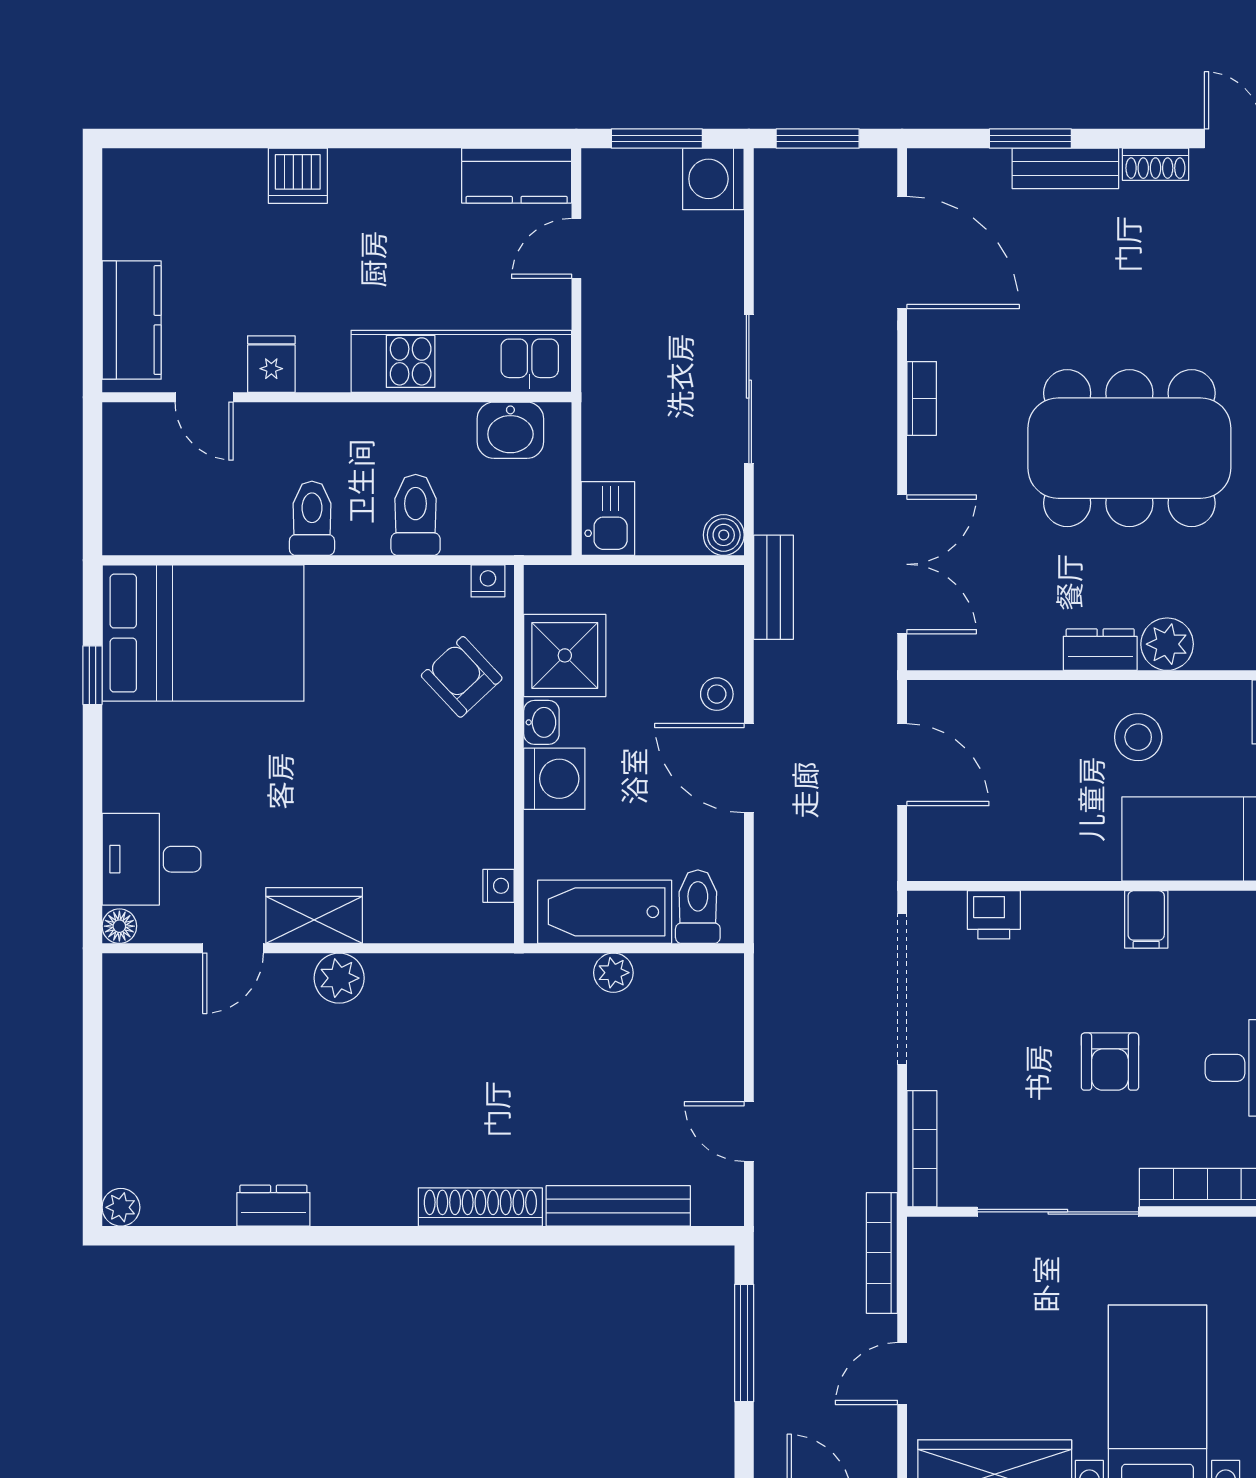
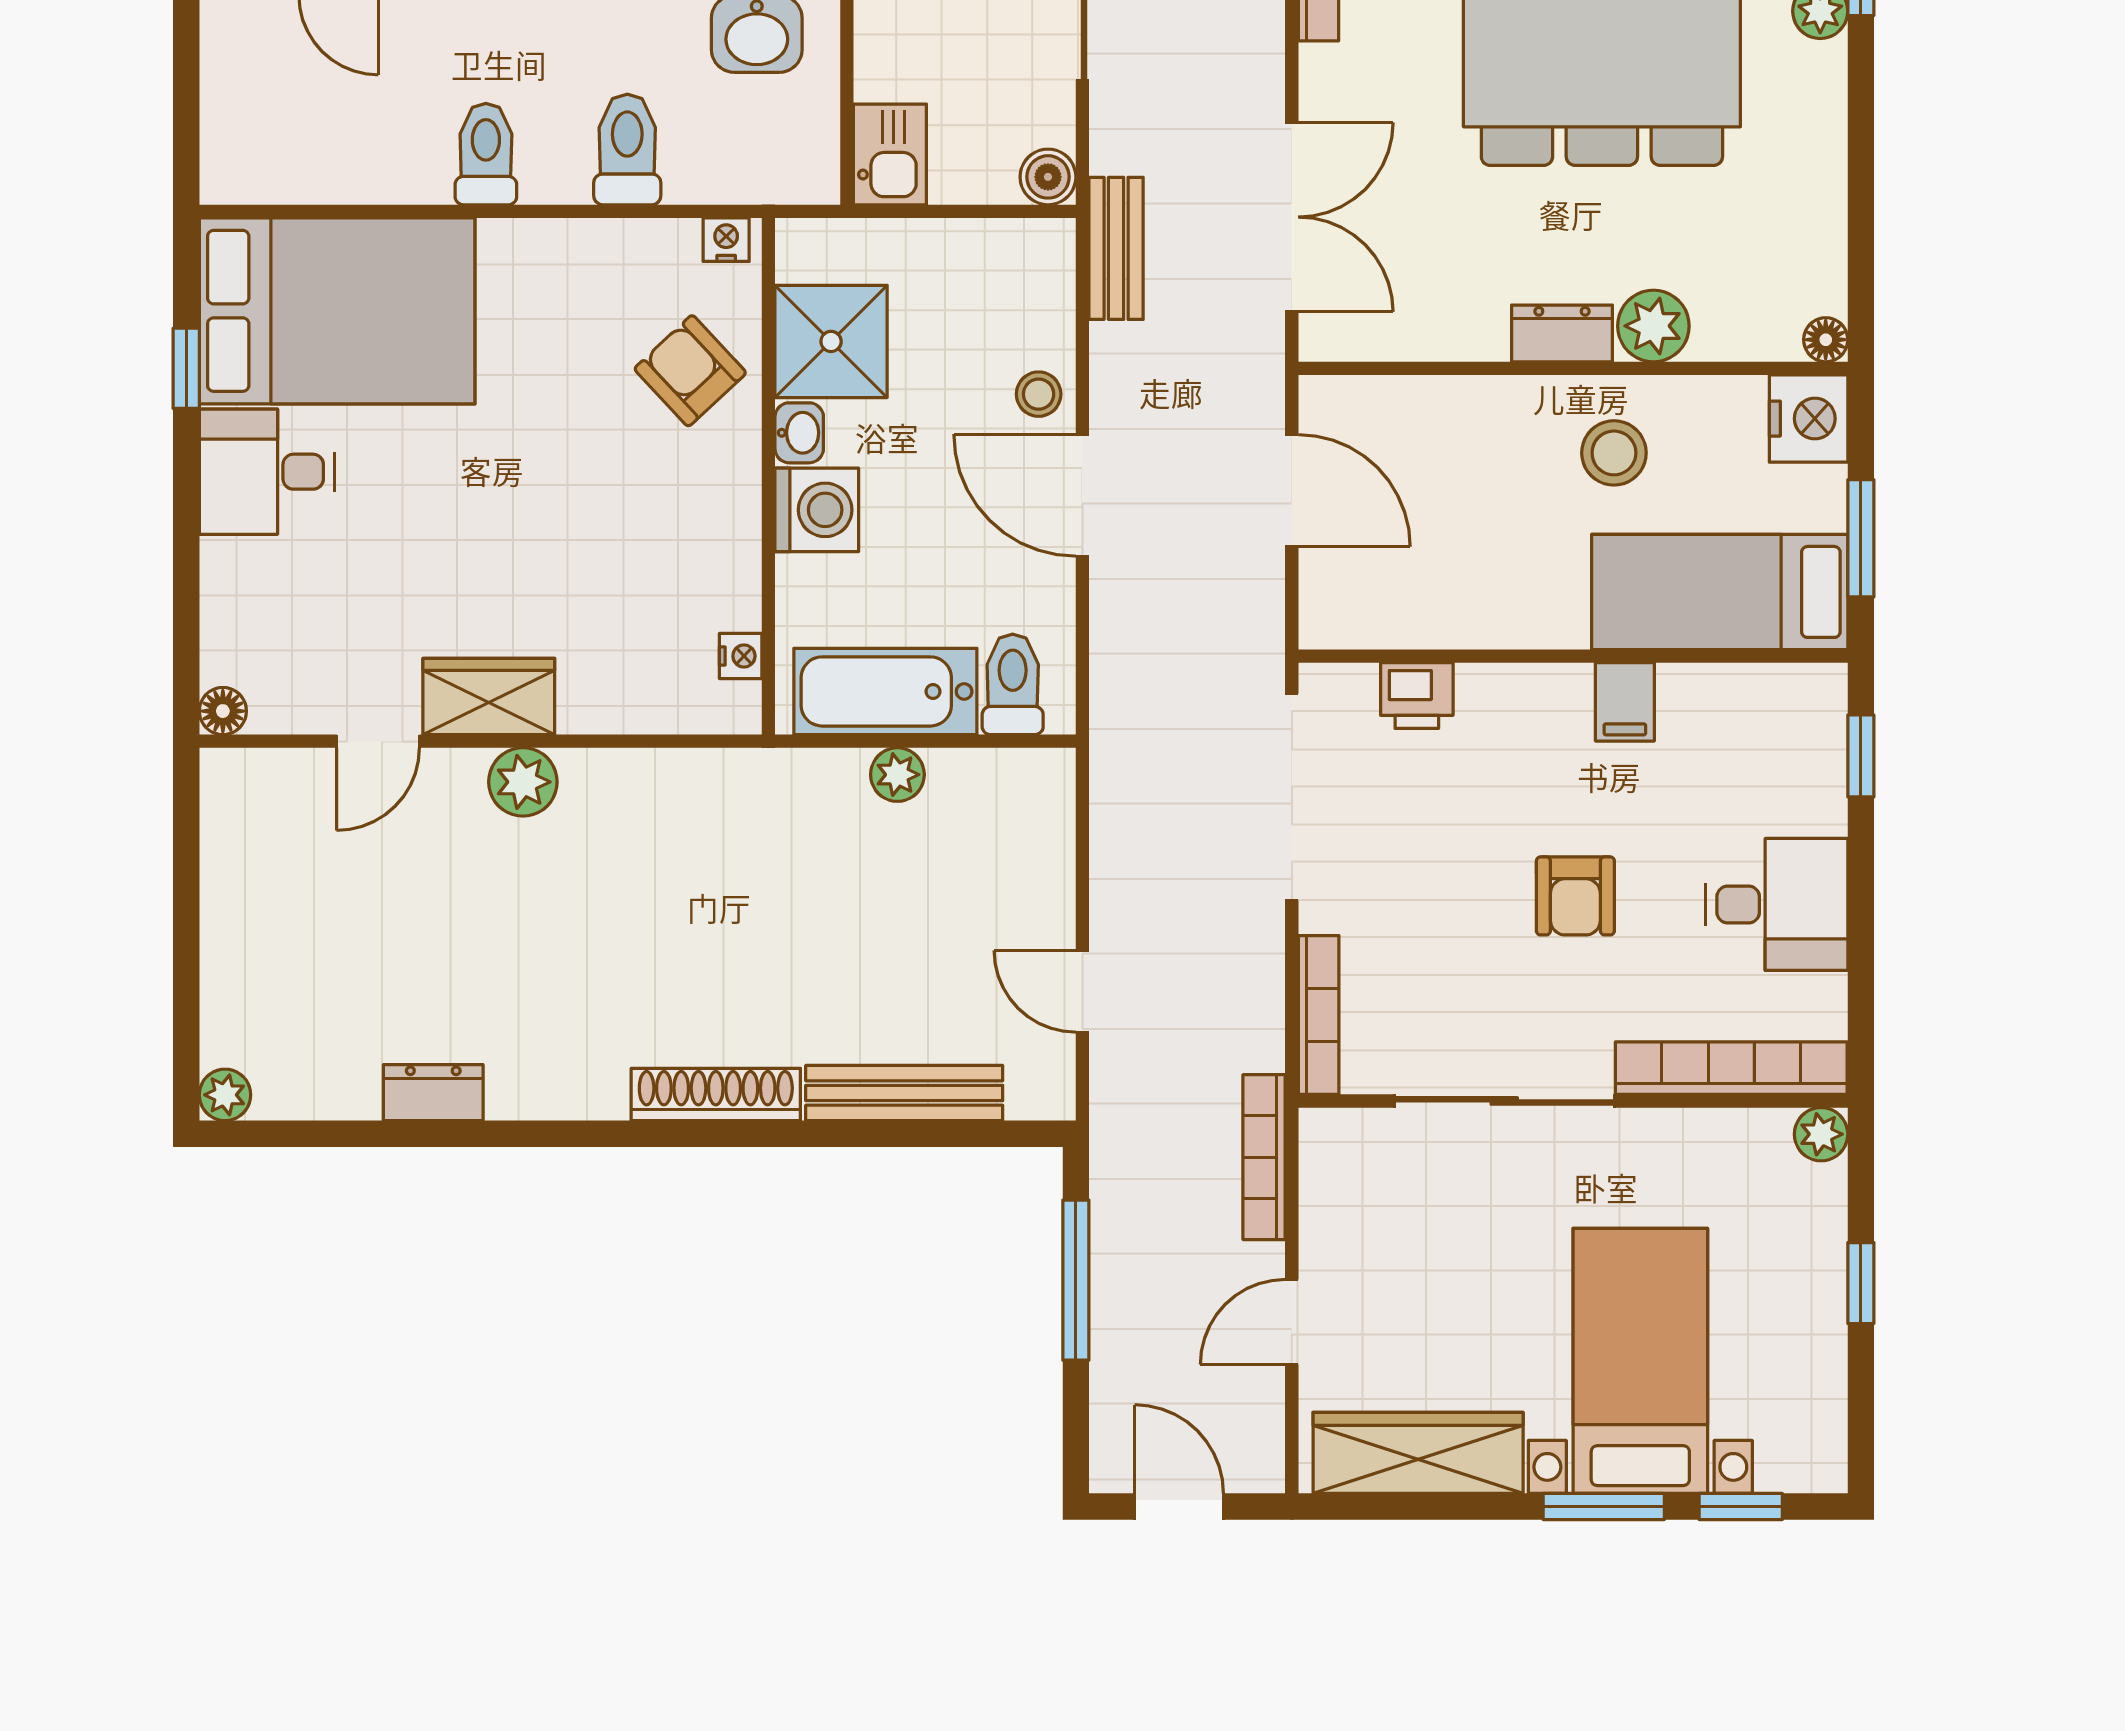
desk: (152, 859) -> (267, 472), moved

